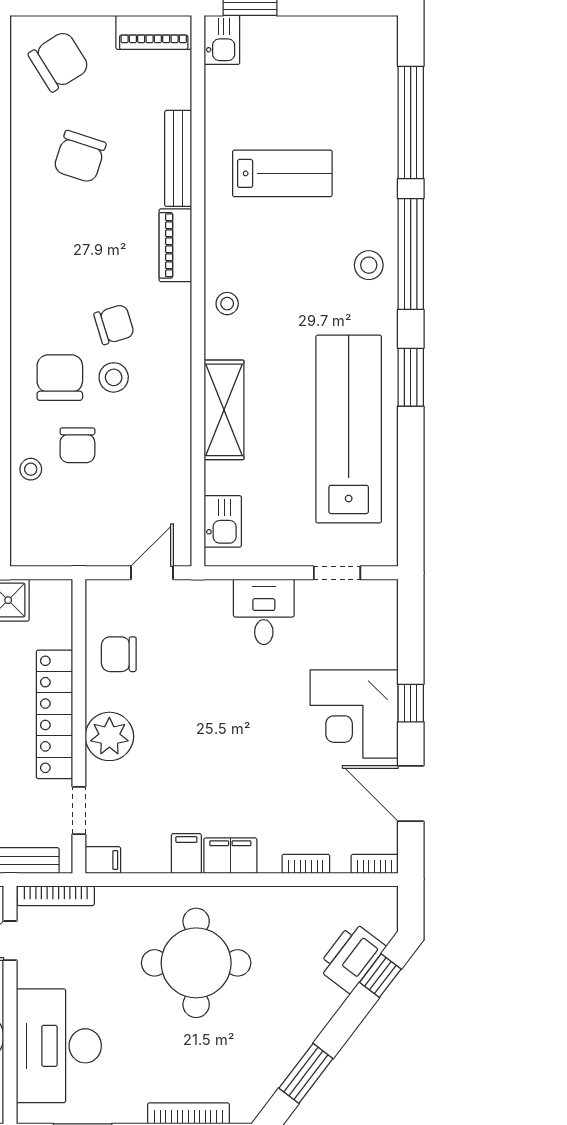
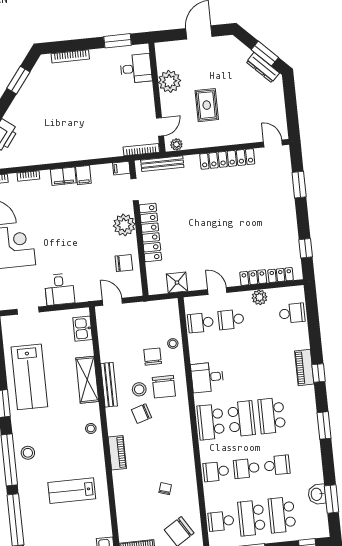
chair: (80, 157) -> (165, 489), width x0.54, depth x0.54
bench: (178, 158) -> (109, 385), moved
lab bench: (349, 429) -> (29, 377), width x0.73
door: (152, 573) -> (112, 302), swing flipped
round table: (196, 963) -> (74, 126), removed
desk: (59, 1046) -> (136, 69), width x0.53, depth x0.77

